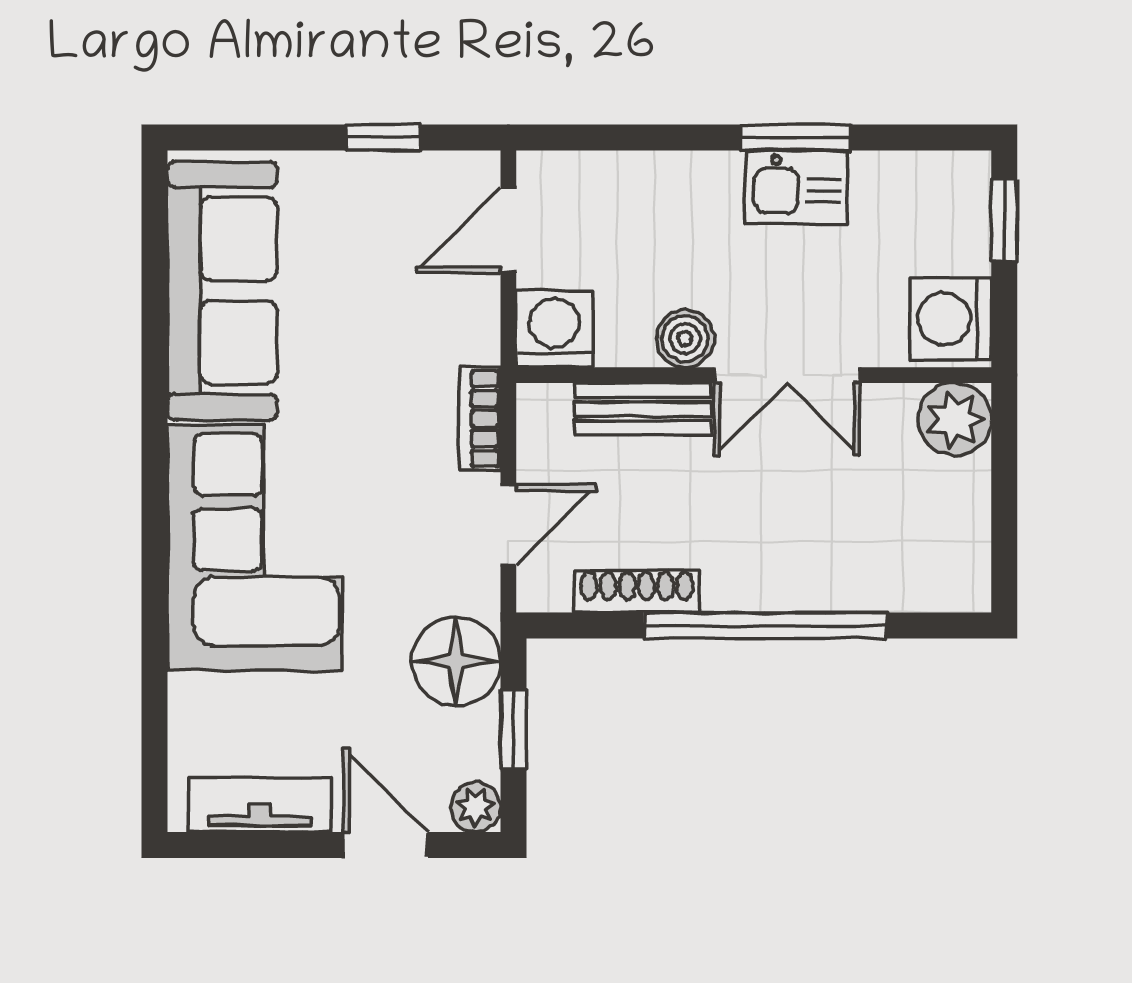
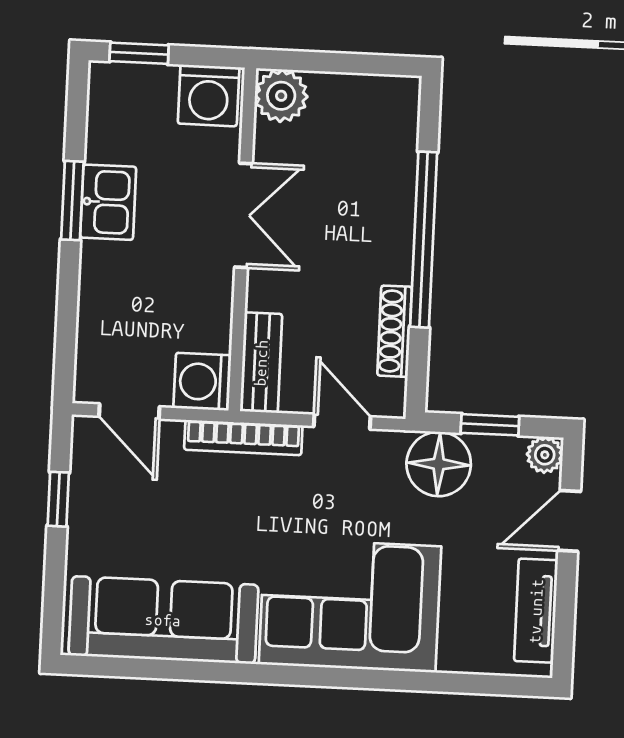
boiler: (685, 339) -> (214, 288), removed
bench: (643, 409) -> (261, 363), moved
bookcase: (480, 419) -> (243, 438), width x1.56

